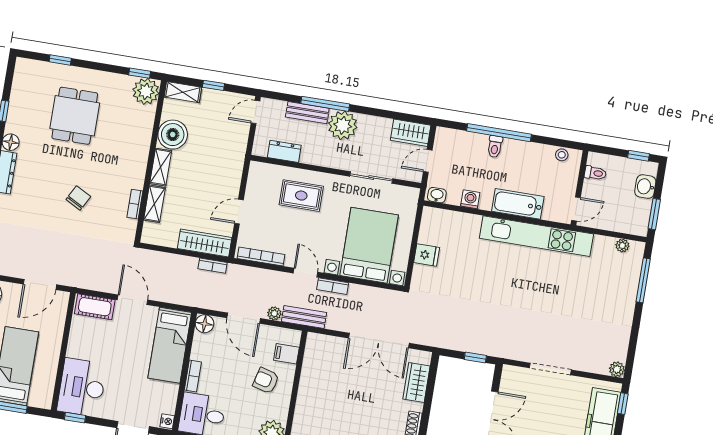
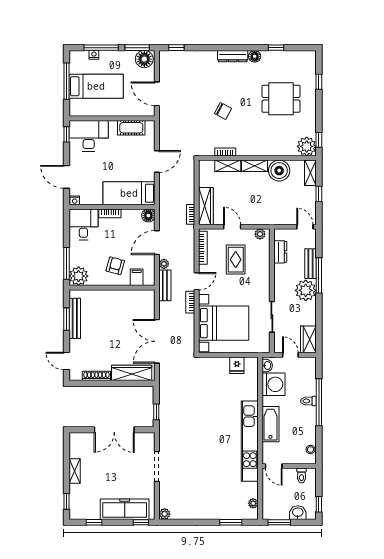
plant: (255, 175) -> (260, 234), added
rug: (301, 196) -> (236, 260), moved
washing machine: (470, 199) -> (273, 384), width x1.89, depth x1.89
fridge: (427, 255) -> (237, 365), moved
window: (643, 280) -> (231, 522), width x0.69
cot: (95, 307) -> (131, 128), moved, turned 90
wardrobe: (416, 382) -> (132, 373), width x1.50

